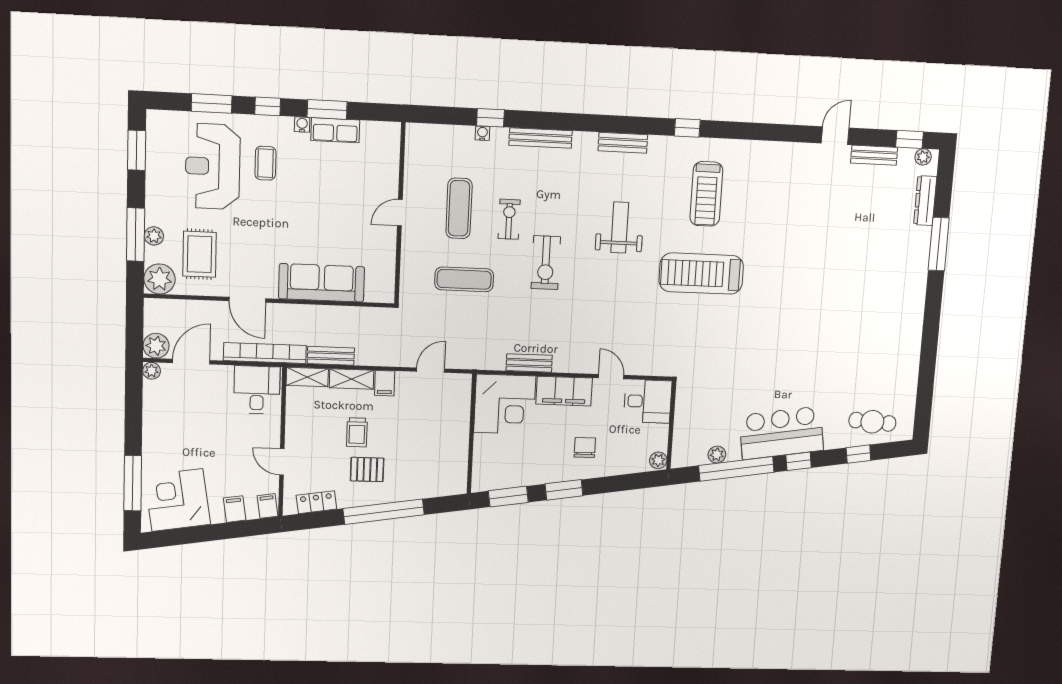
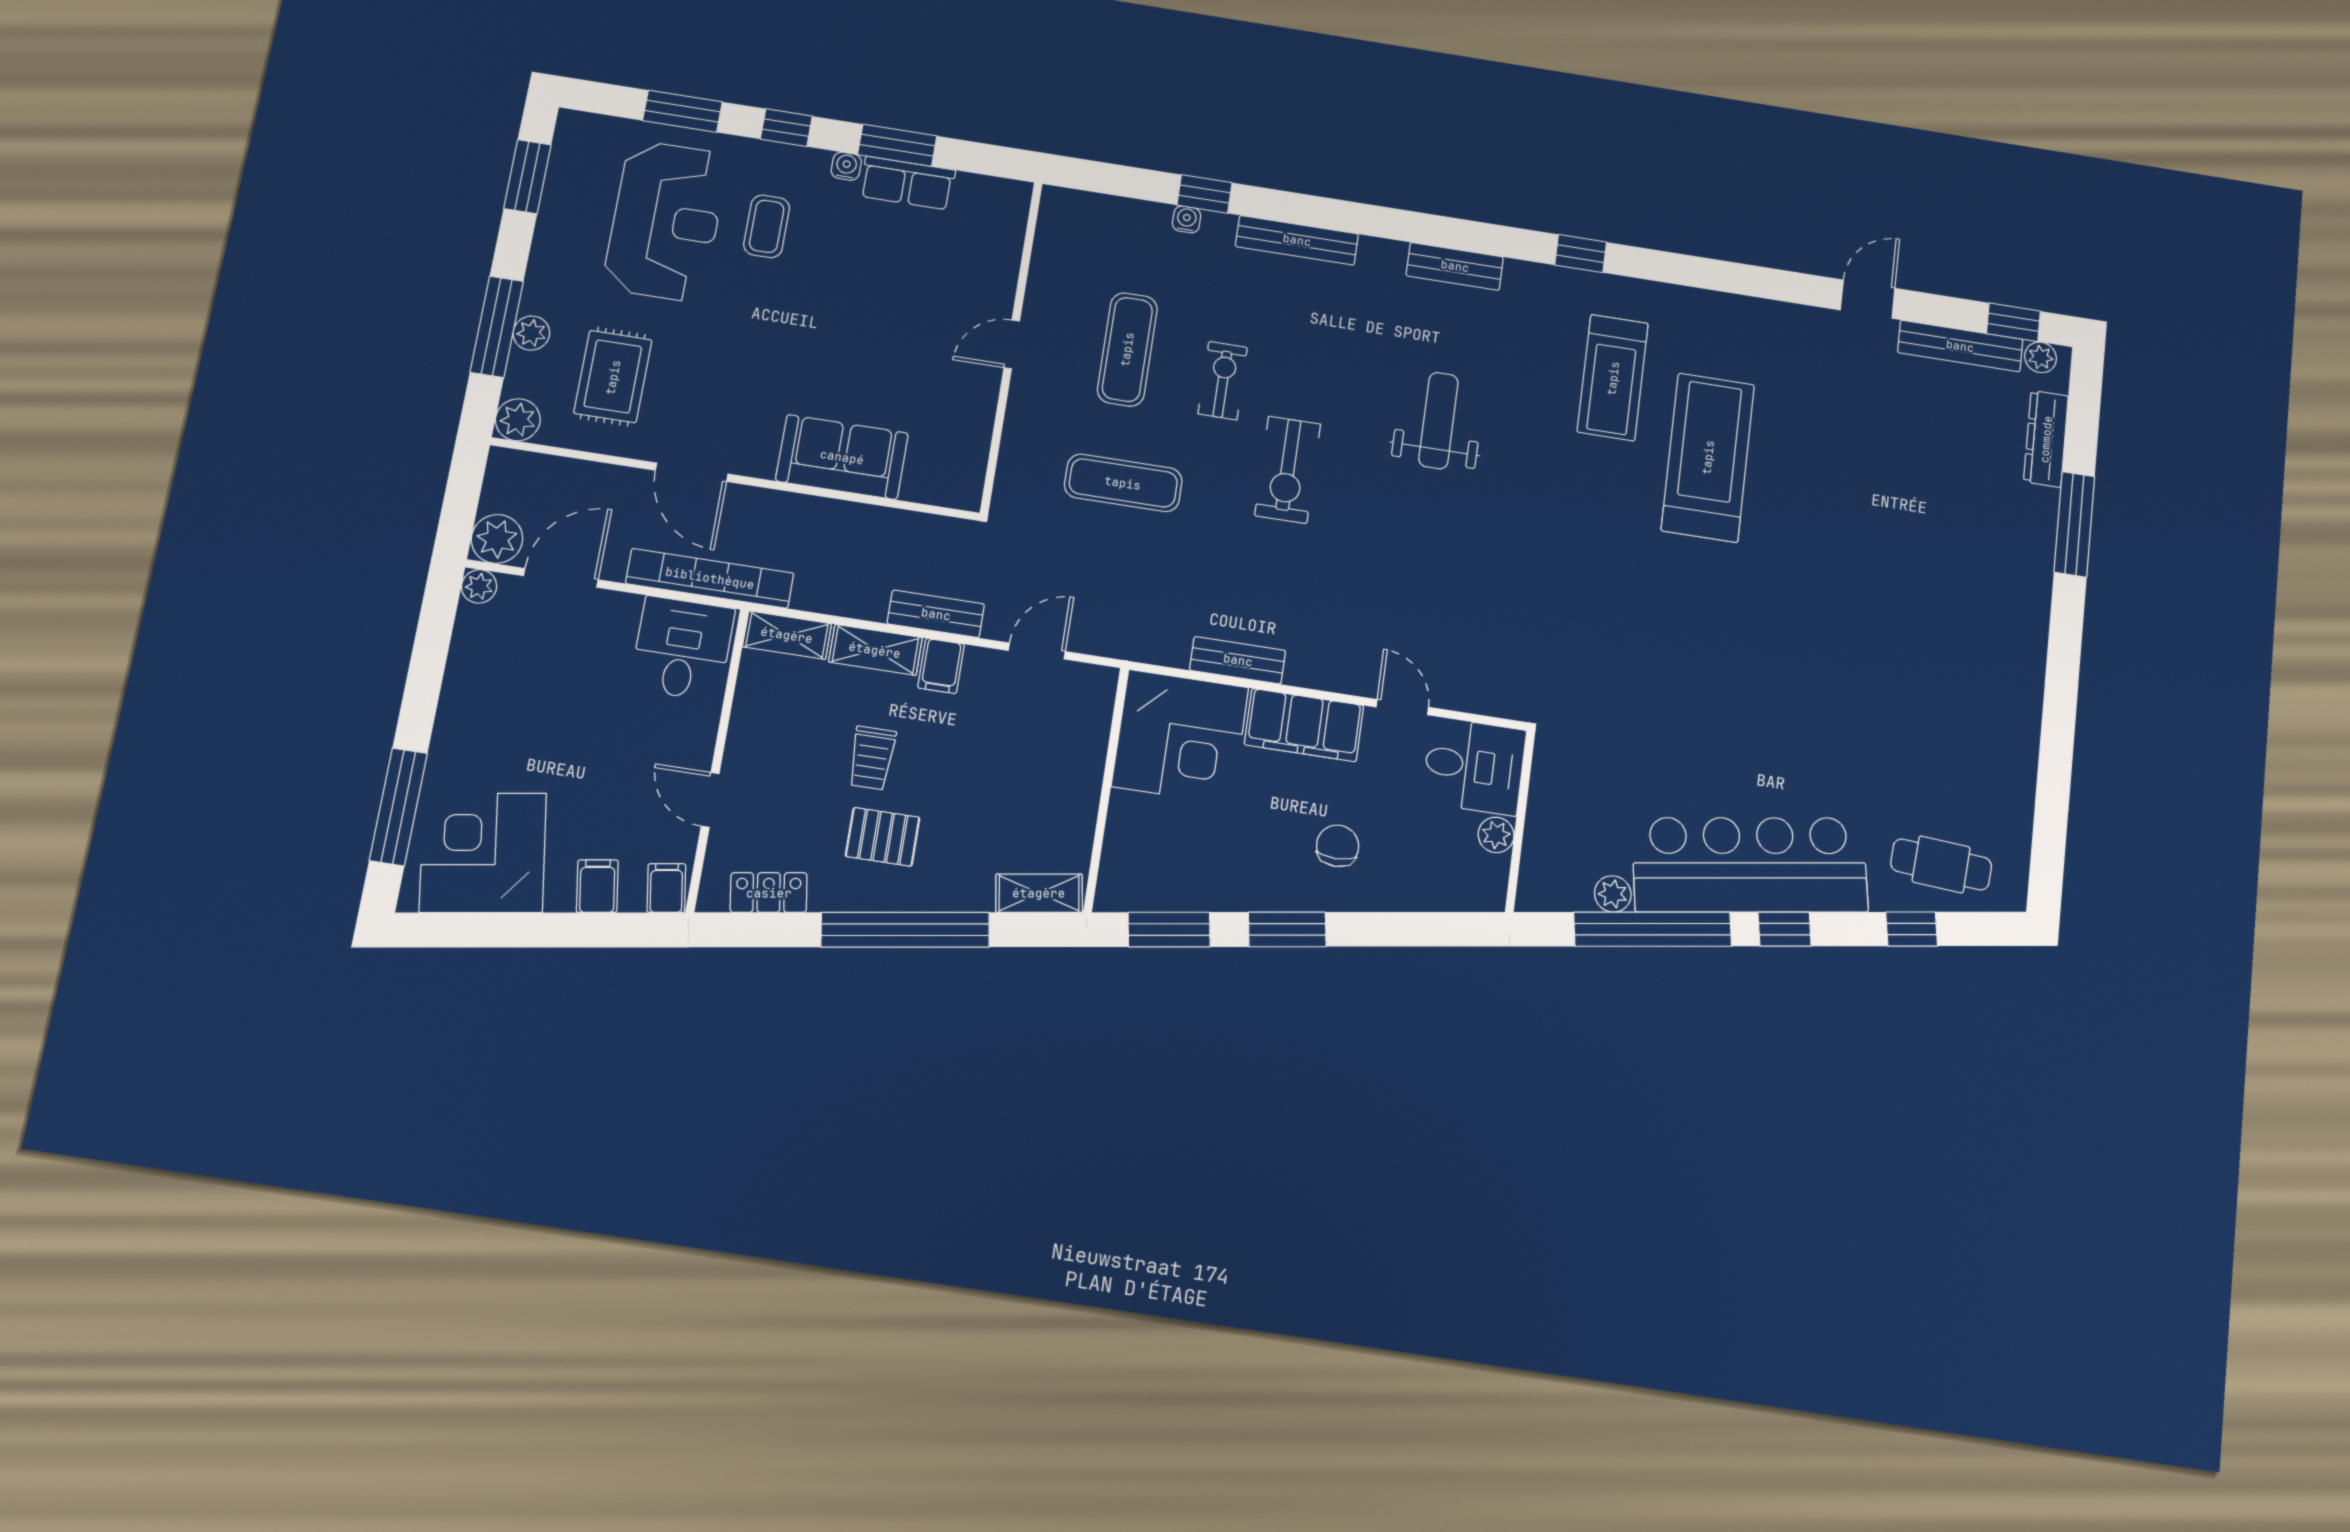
bench: (874, 155) -> (1960, 346), width x1.36
reception desk: (213, 166) -> (666, 221), turned 180
treadmill: (701, 274) -> (1708, 457), moved, turned 90
plant: (160, 279) -> (518, 420), width x0.73, depth x0.73
sofa: (322, 283) -> (842, 457), width x0.73
bench: (331, 356) -> (936, 614), moved
bar counter: (781, 433) -> (1750, 865), width x1.36
plant: (658, 460) -> (1496, 835), moved
shelving: (445, 487) -> (1039, 893), added

